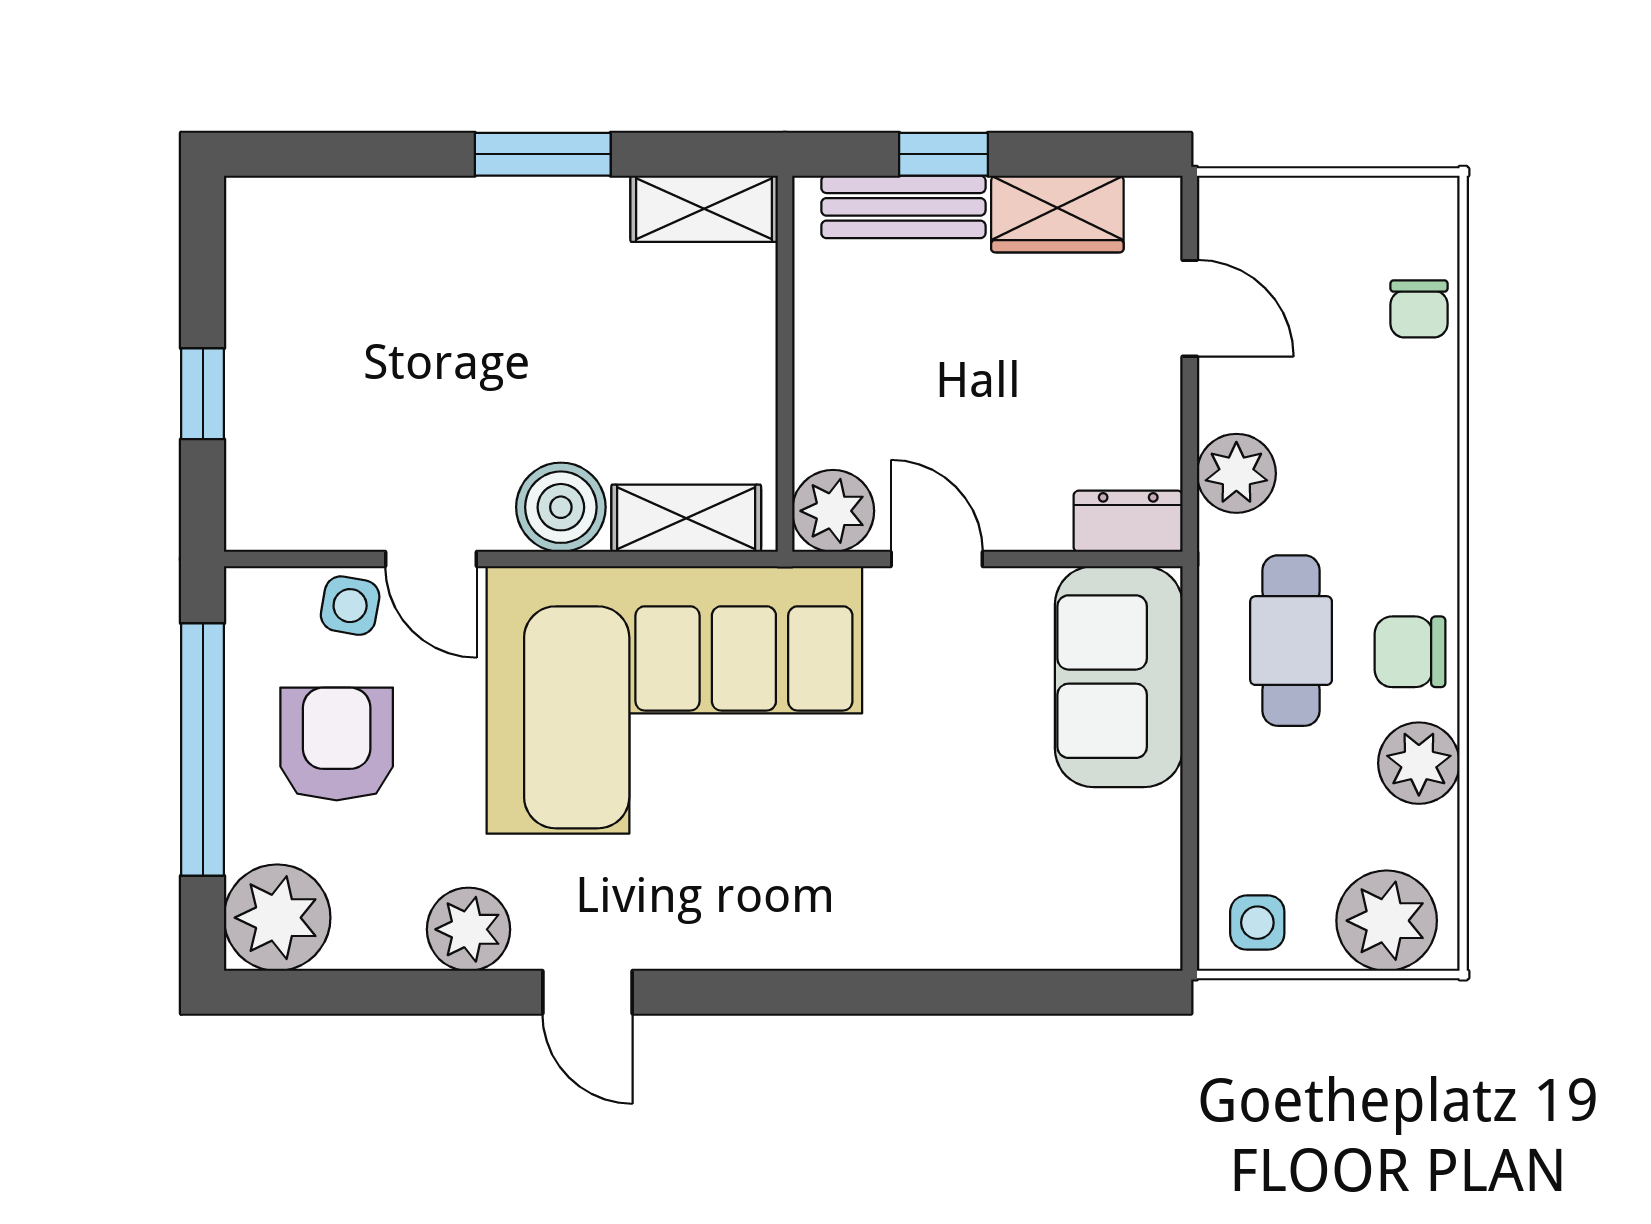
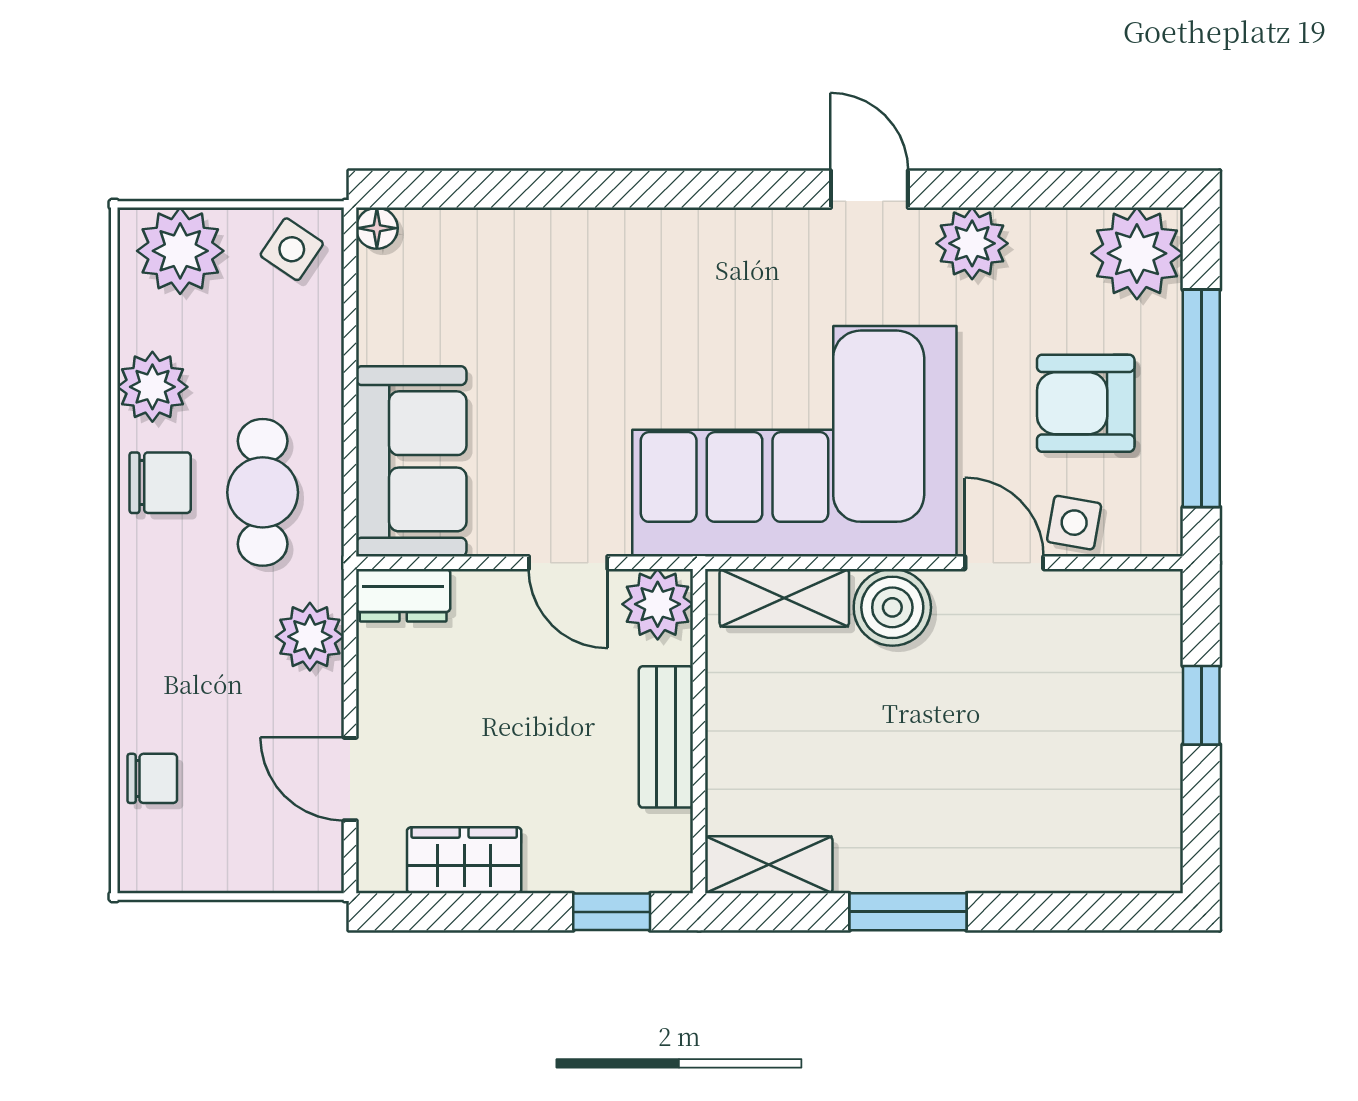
window: (944, 154) -> (612, 912), moved
bench: (903, 207) -> (666, 737), moved, turned 90
chair: (1419, 309) -> (152, 778), turned 90
armchair: (337, 744) -> (1086, 403), turned 90
side table: (1257, 923) -> (292, 249), turned 34
floor lamp: (1159, 947) -> (377, 228), added

